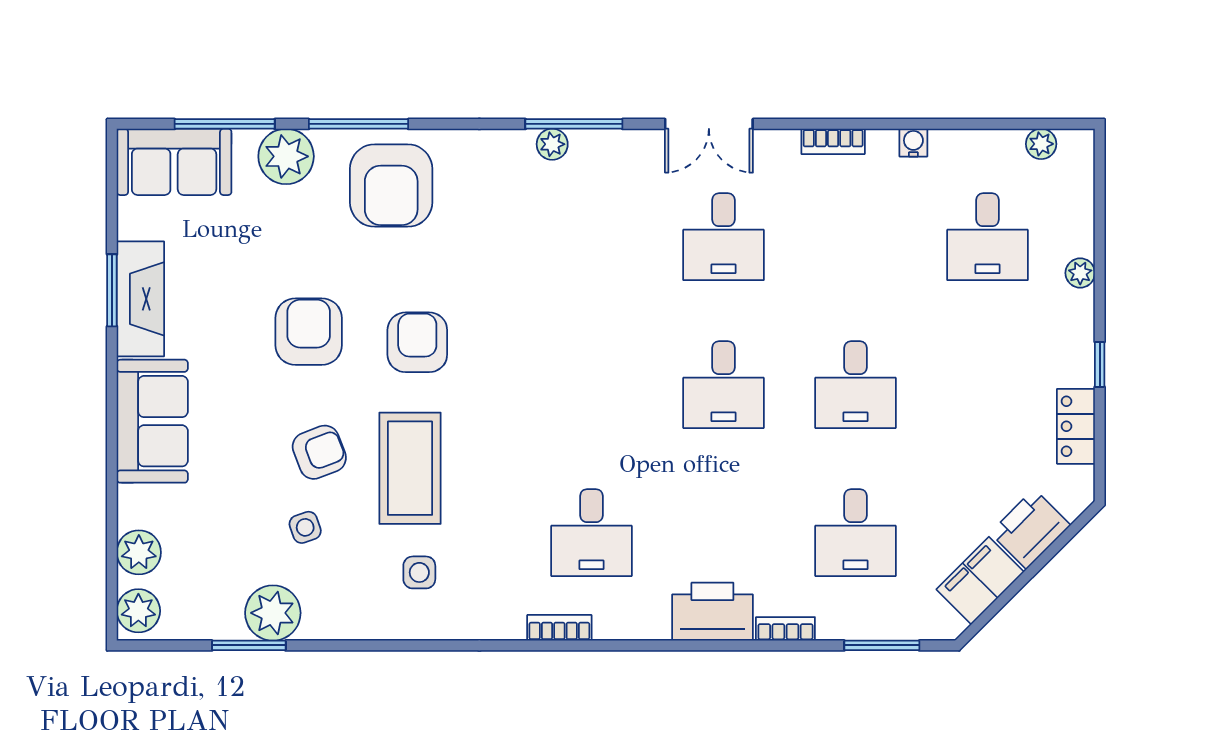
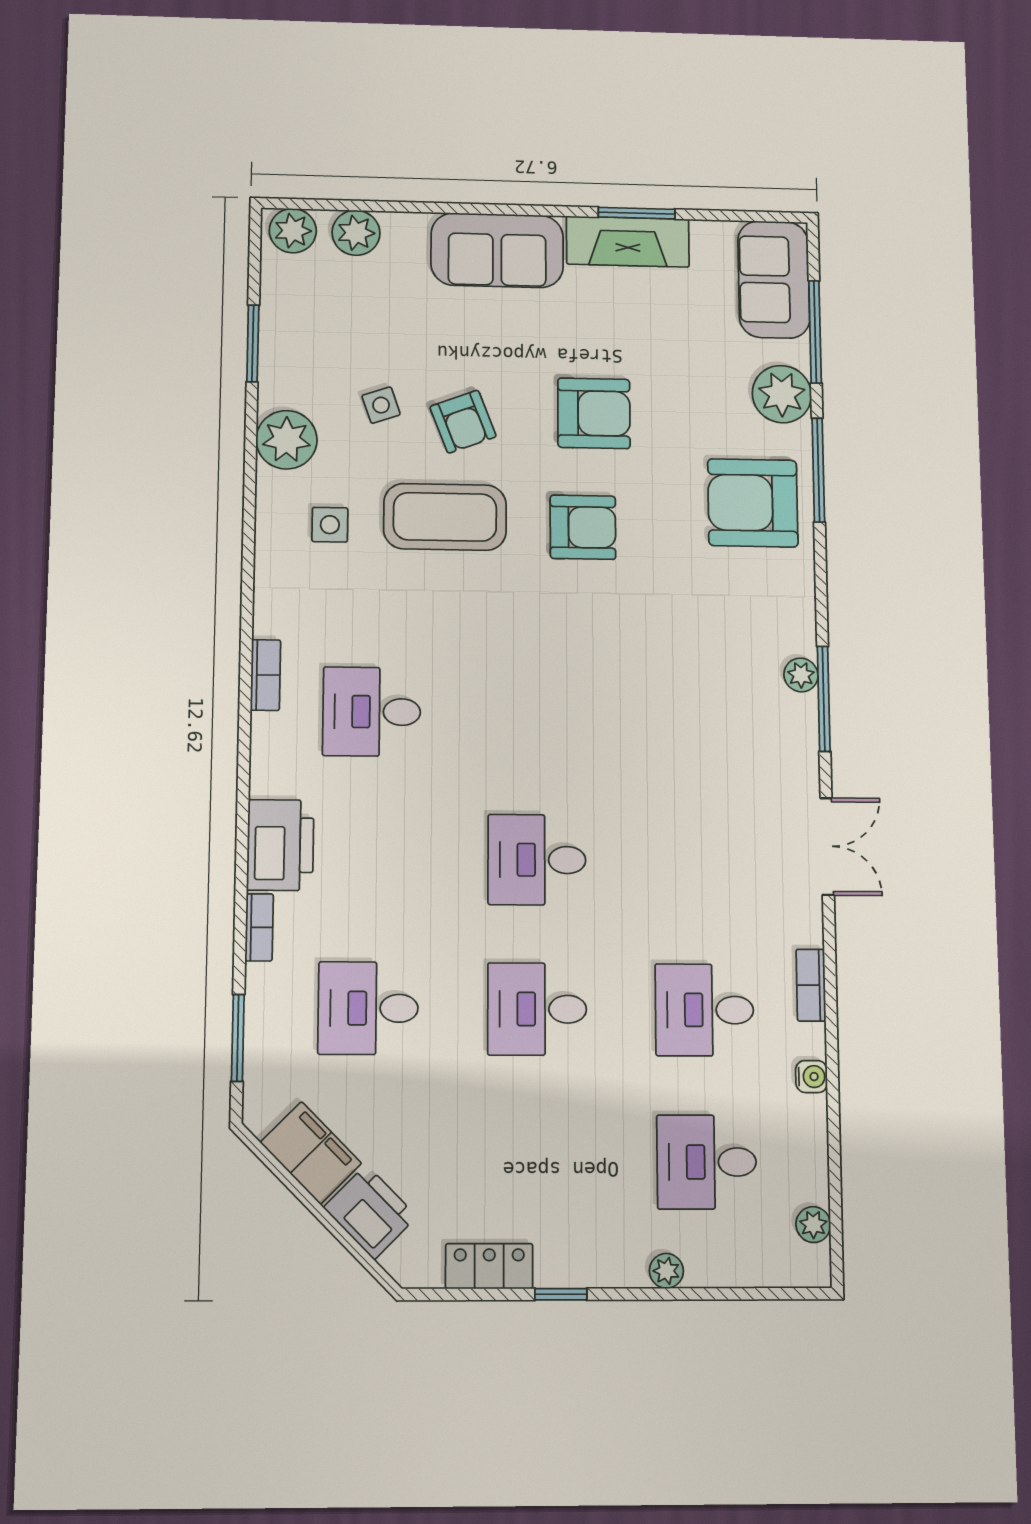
double door: (709, 124) -> (827, 846), swing flipped
desk: (723, 237) -> (705, 1010), moved
plant: (273, 613) -> (287, 440), moved

